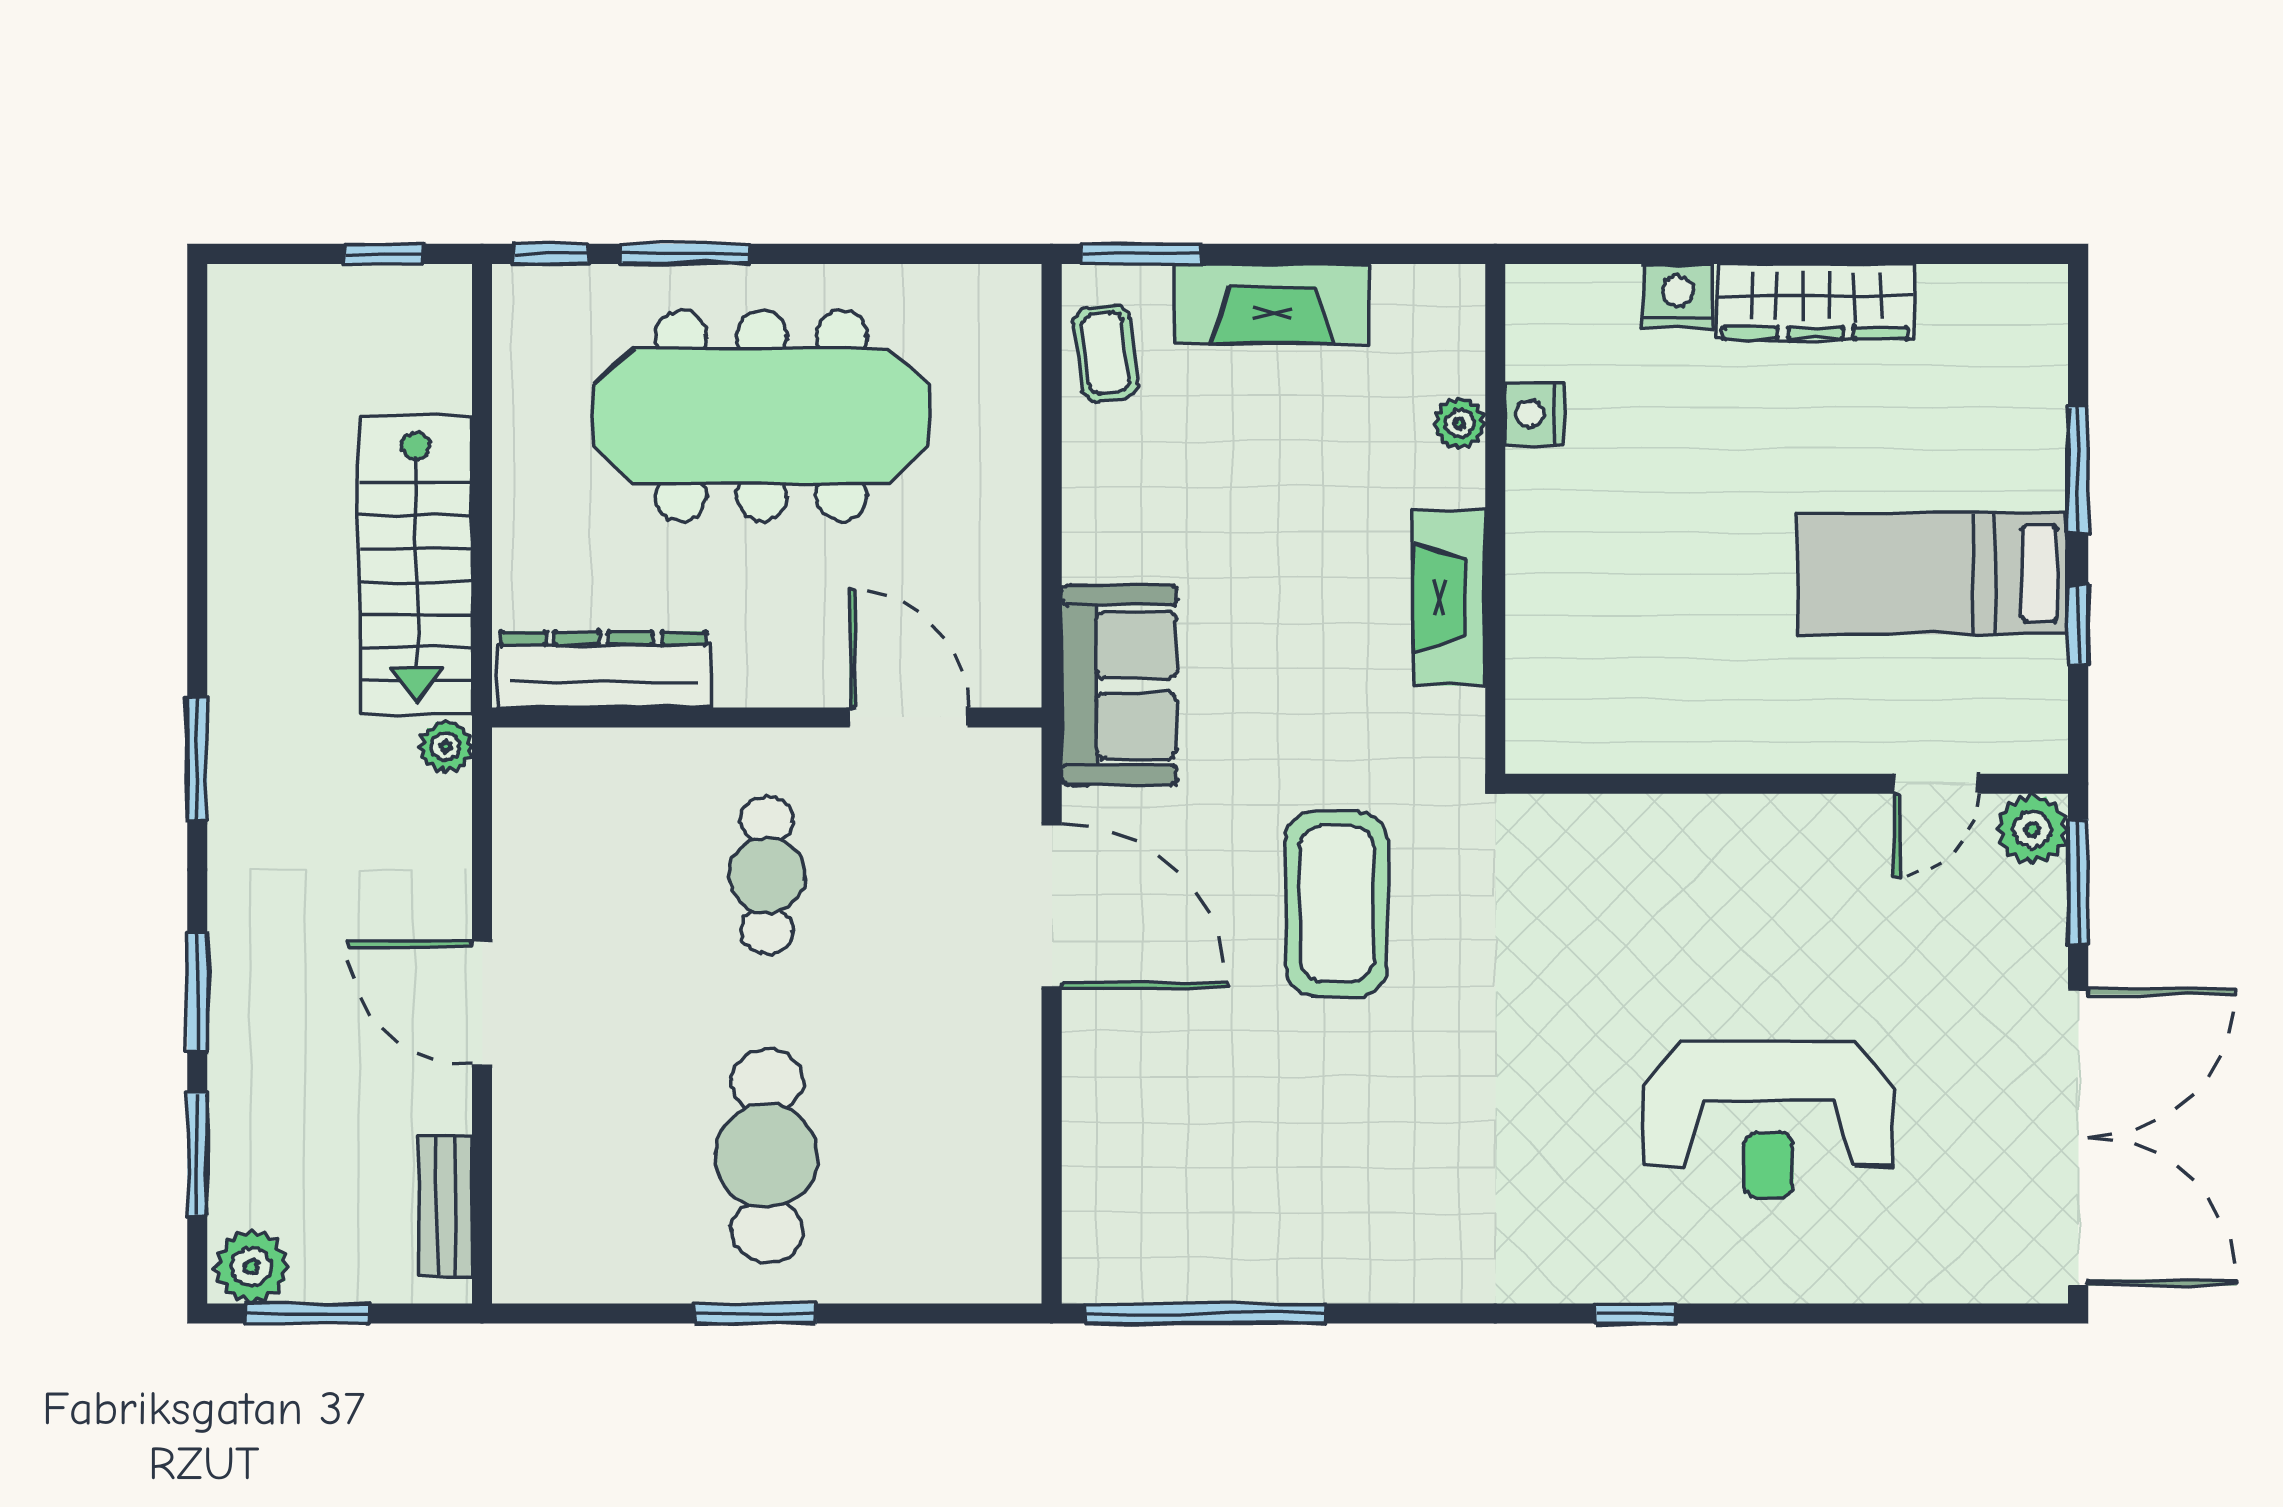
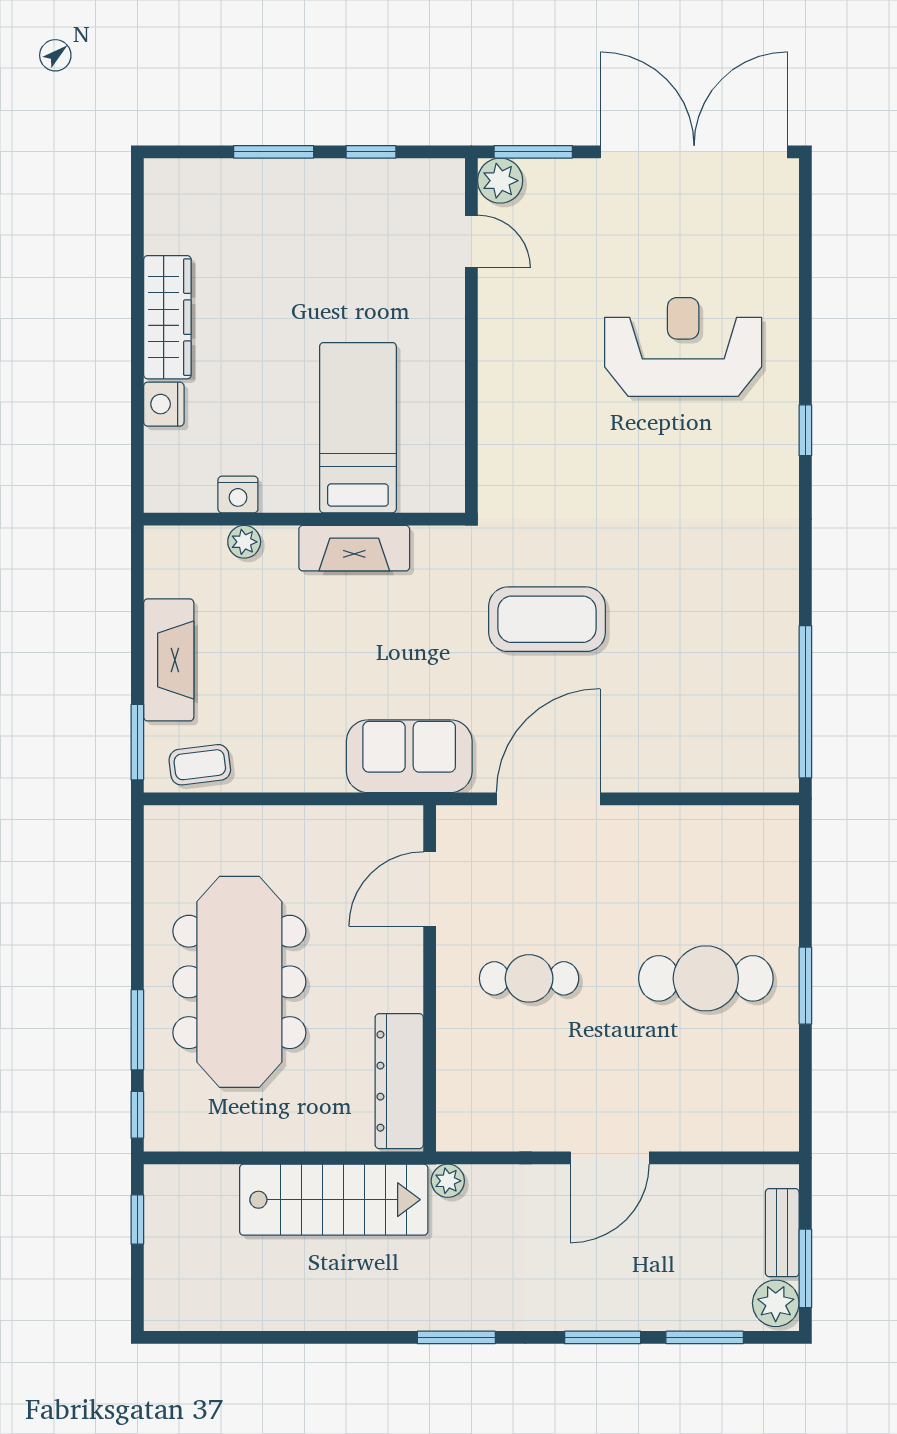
bed: (1933, 574) -> (358, 428), moved, turned 180
reception desk: (1768, 1120) -> (683, 347), turned -90
bench: (445, 1205) -> (782, 1233), moved, turned 90

